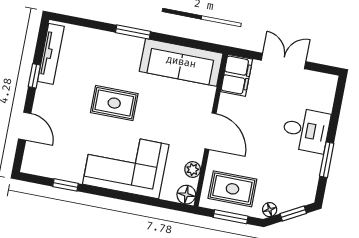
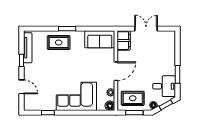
sofa: (181, 62) -> (100, 39), width x0.73
rug: (114, 103) -> (59, 43), moved
desk: (306, 130) -> (164, 86), moved
door: (210, 131) -> (116, 71), hinge flipped

